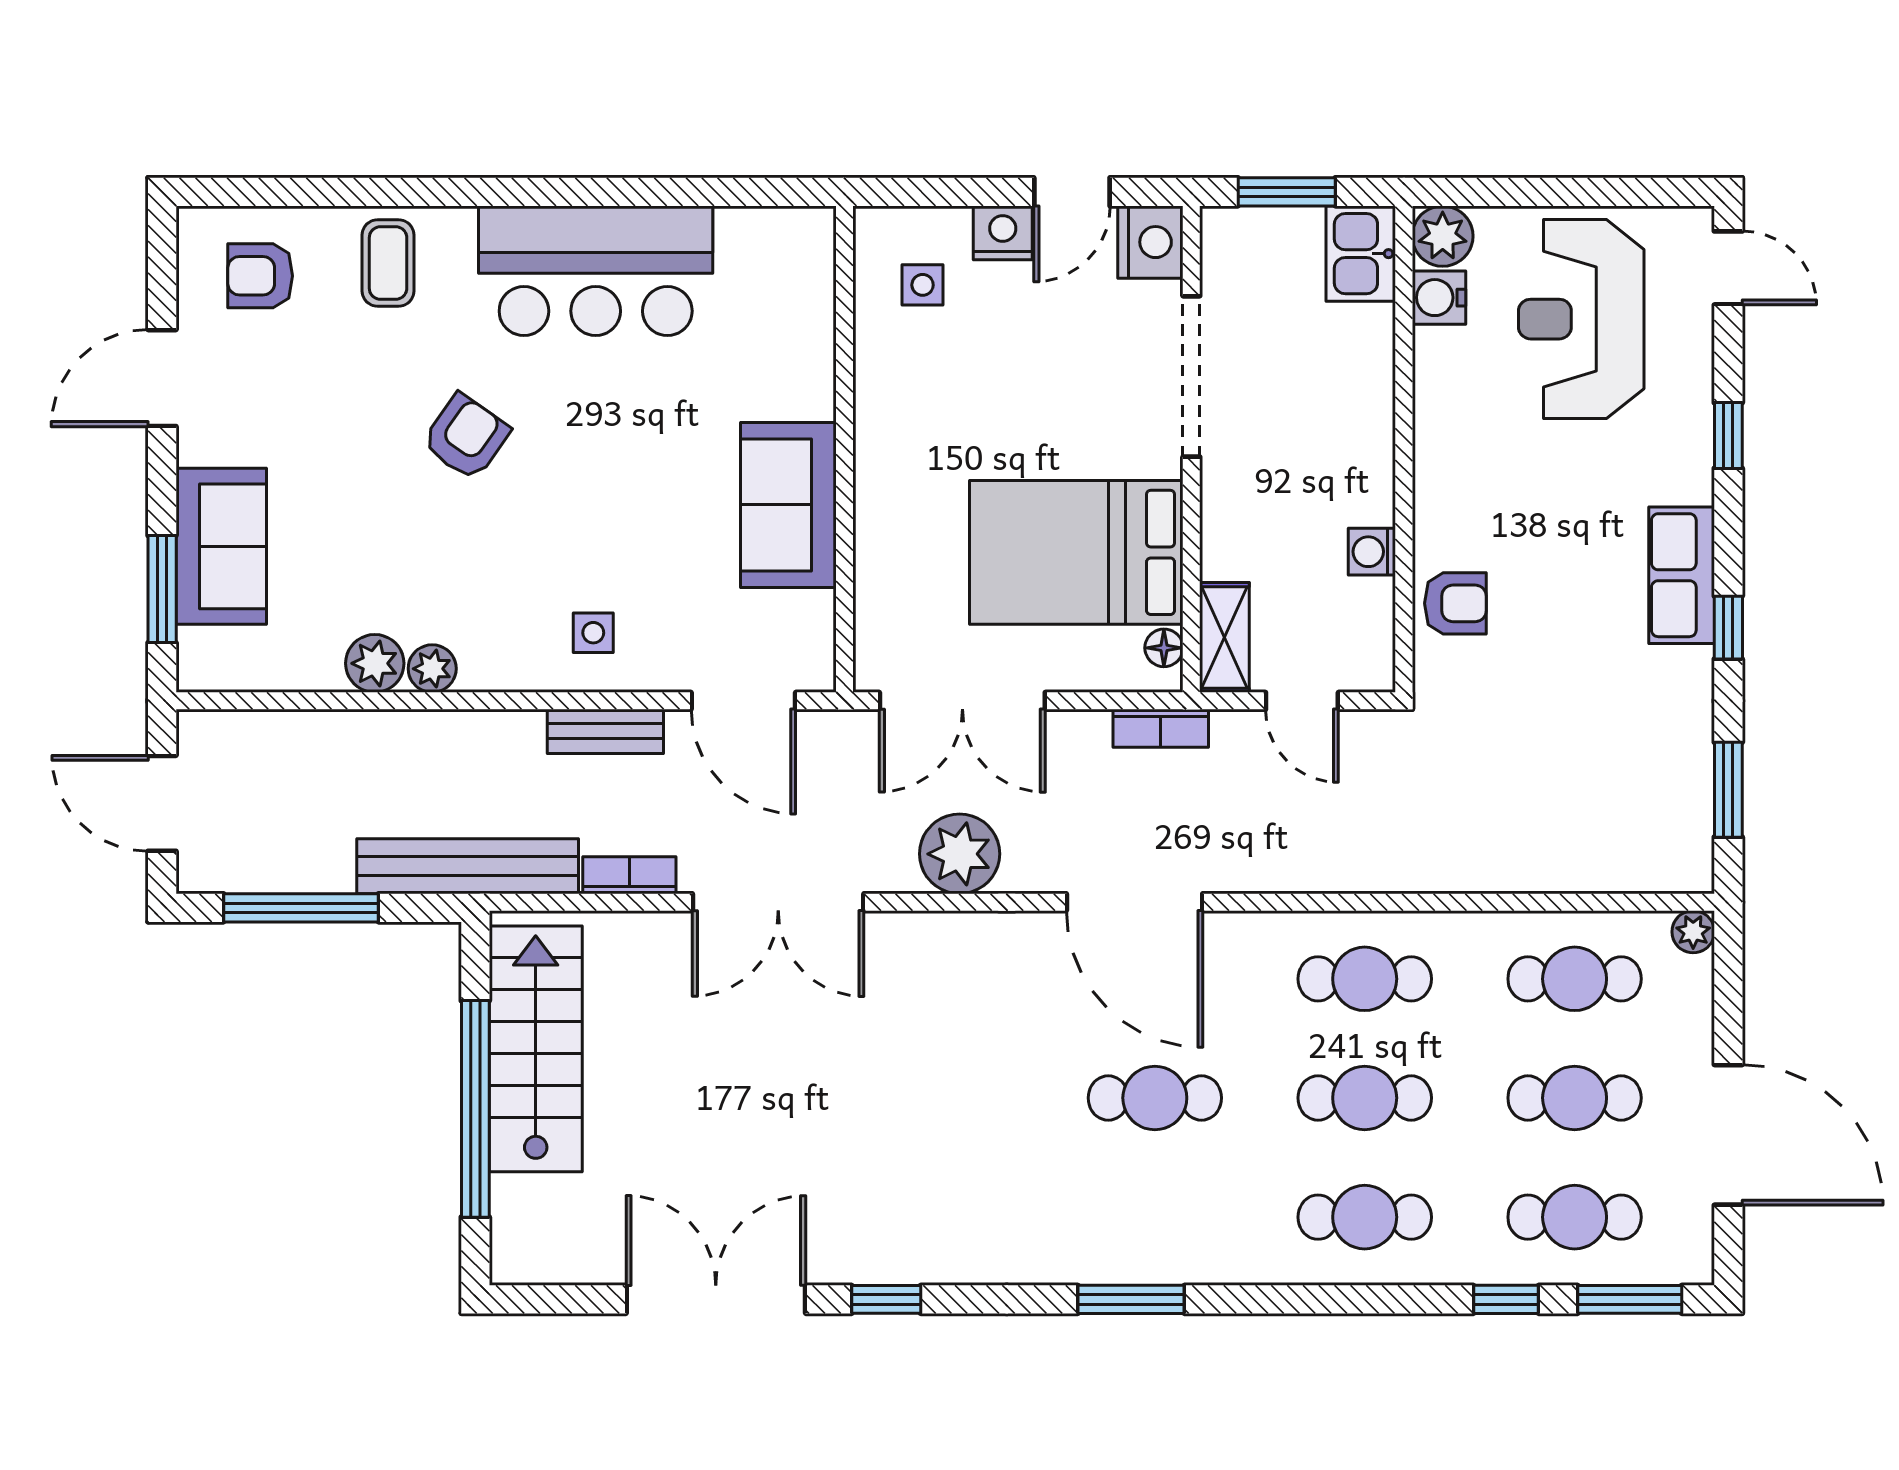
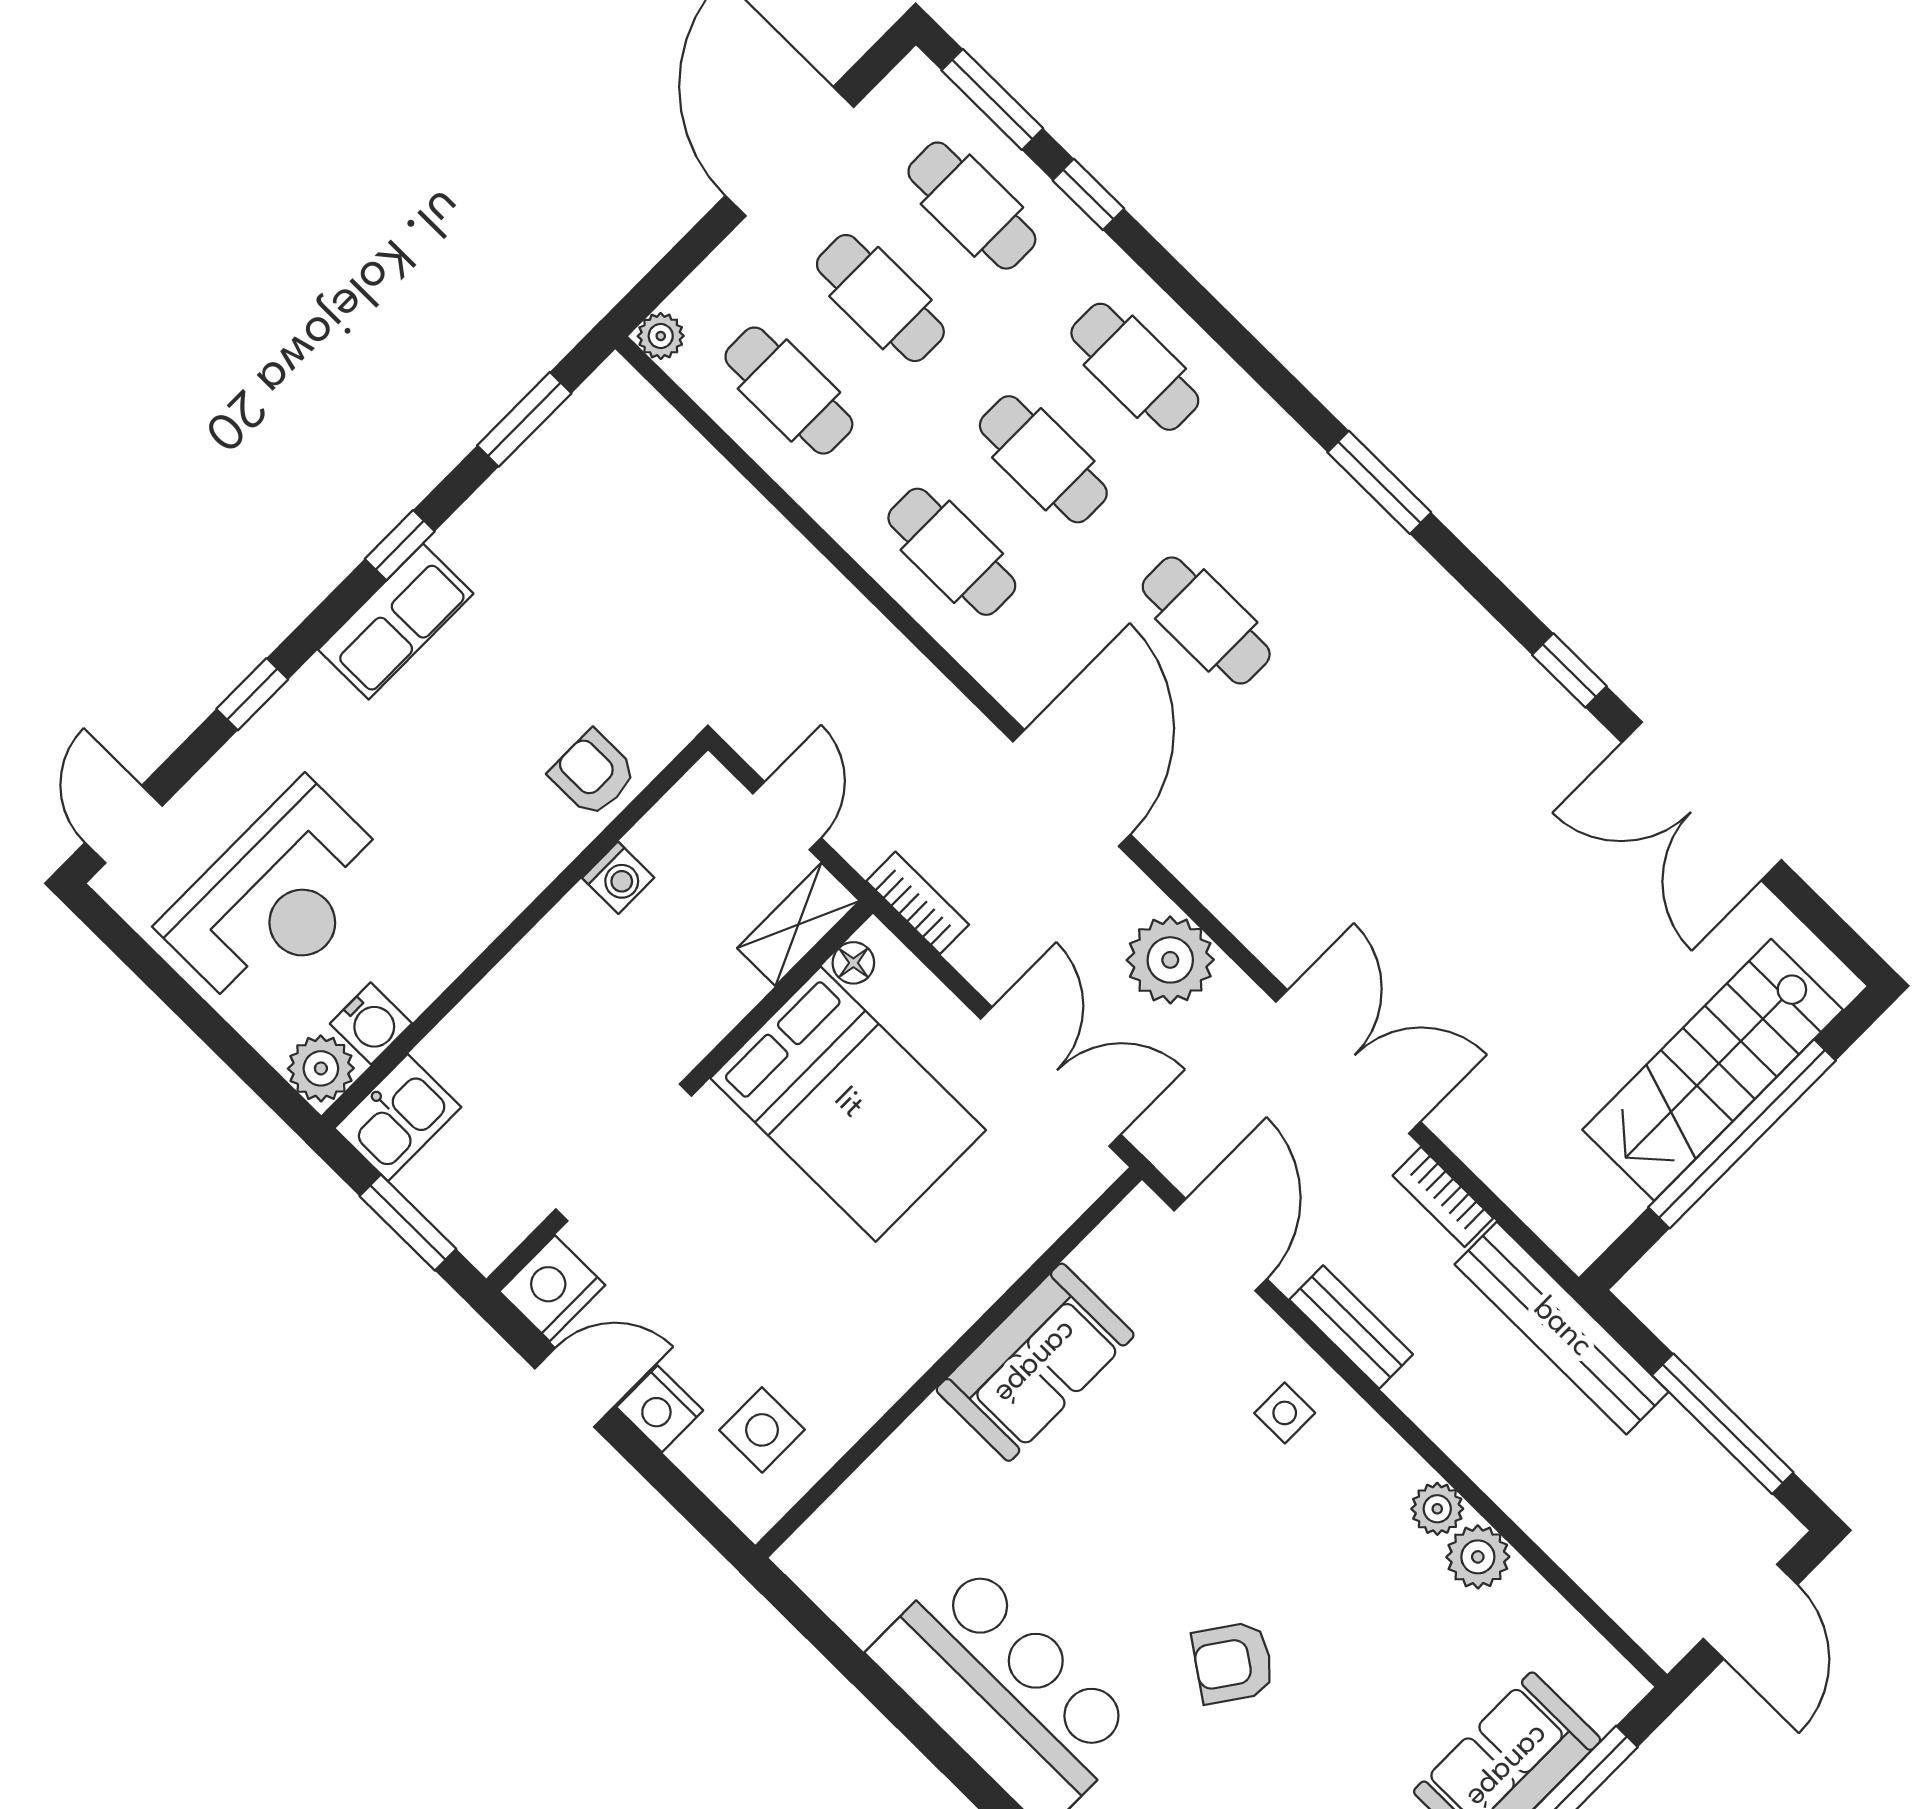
side table: (923, 285) -> (762, 1430), width x1.37, depth x1.37
stairs: (536, 1049) -> (1713, 1070), moved

